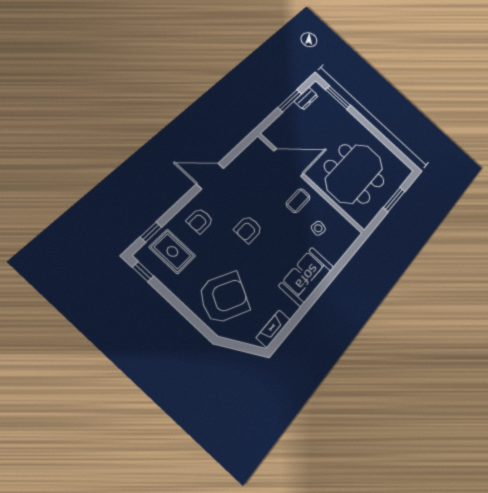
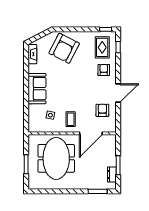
armchair: (248, 229) -> (102, 110), moved
rug: (172, 251) -> (102, 47), turned 90

